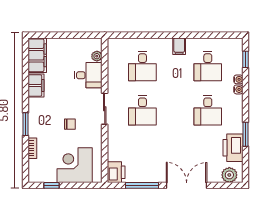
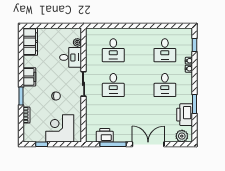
filing cabinet: (179, 46) -> (142, 35), removed
filing cabinet: (36, 86) -> (29, 77), moved
printer: (116, 172) -> (105, 135), moved, turned -90

